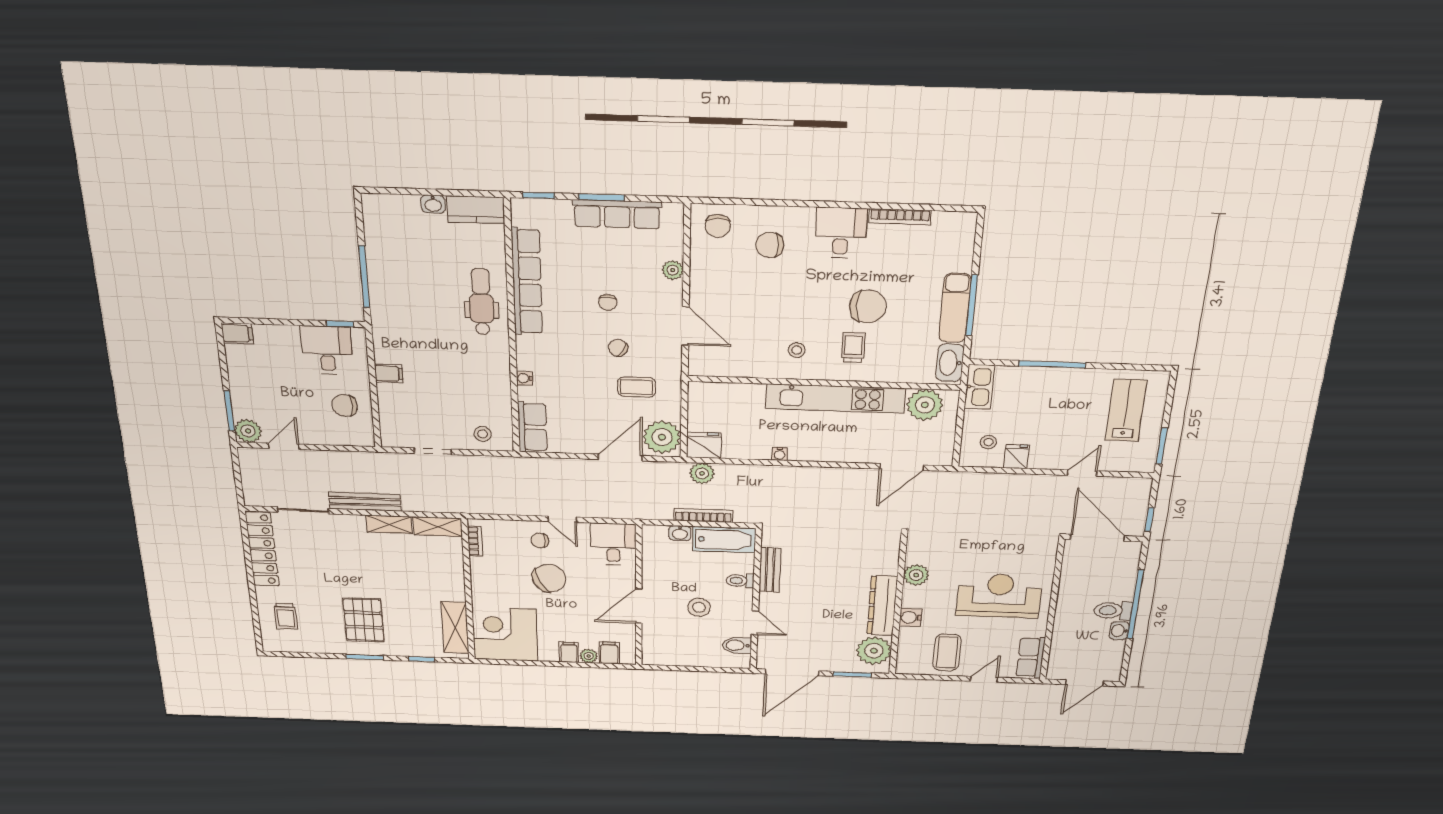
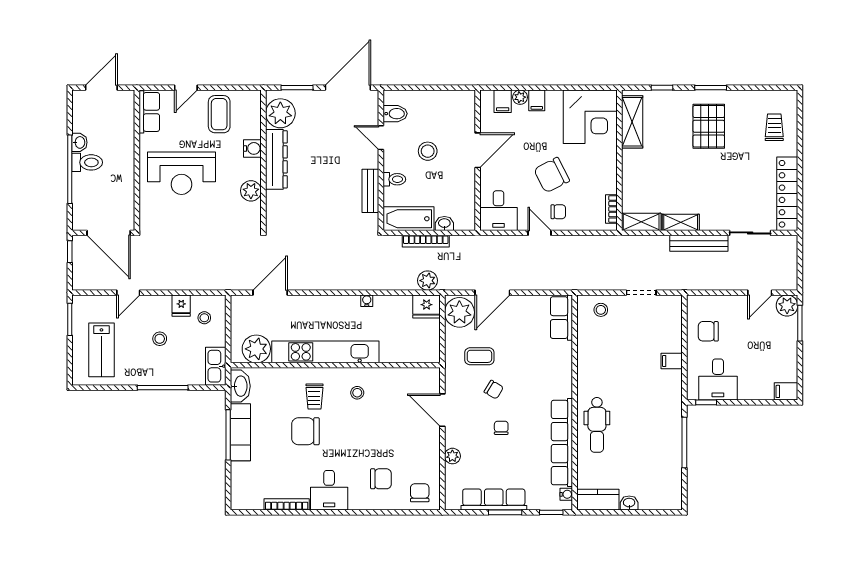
water cooler: (524, 378) -> (566, 494), moved
chair: (345, 406) -> (708, 331), turned 180
stool: (1049, 420) -> (160, 339), added

